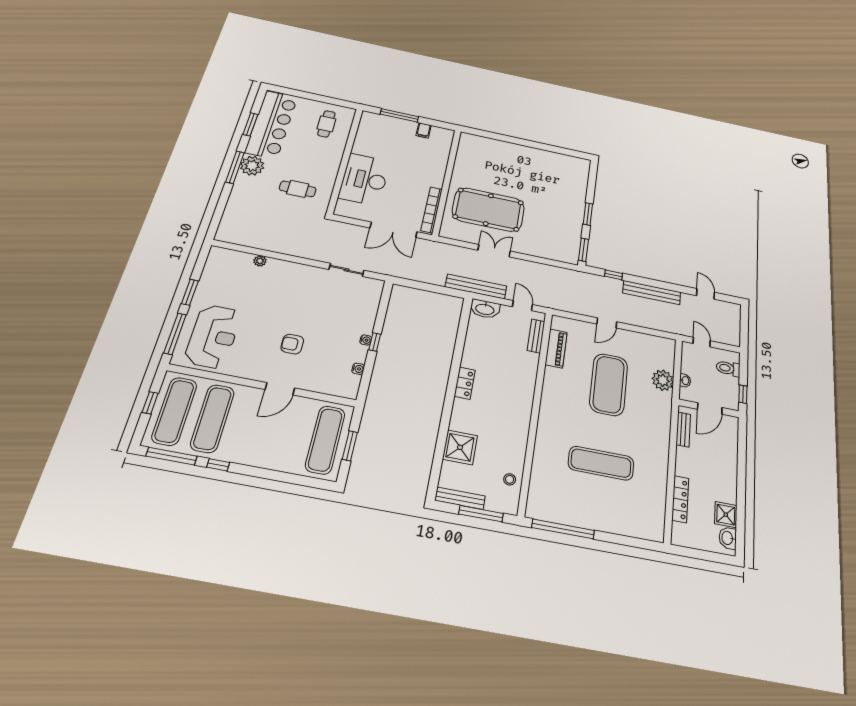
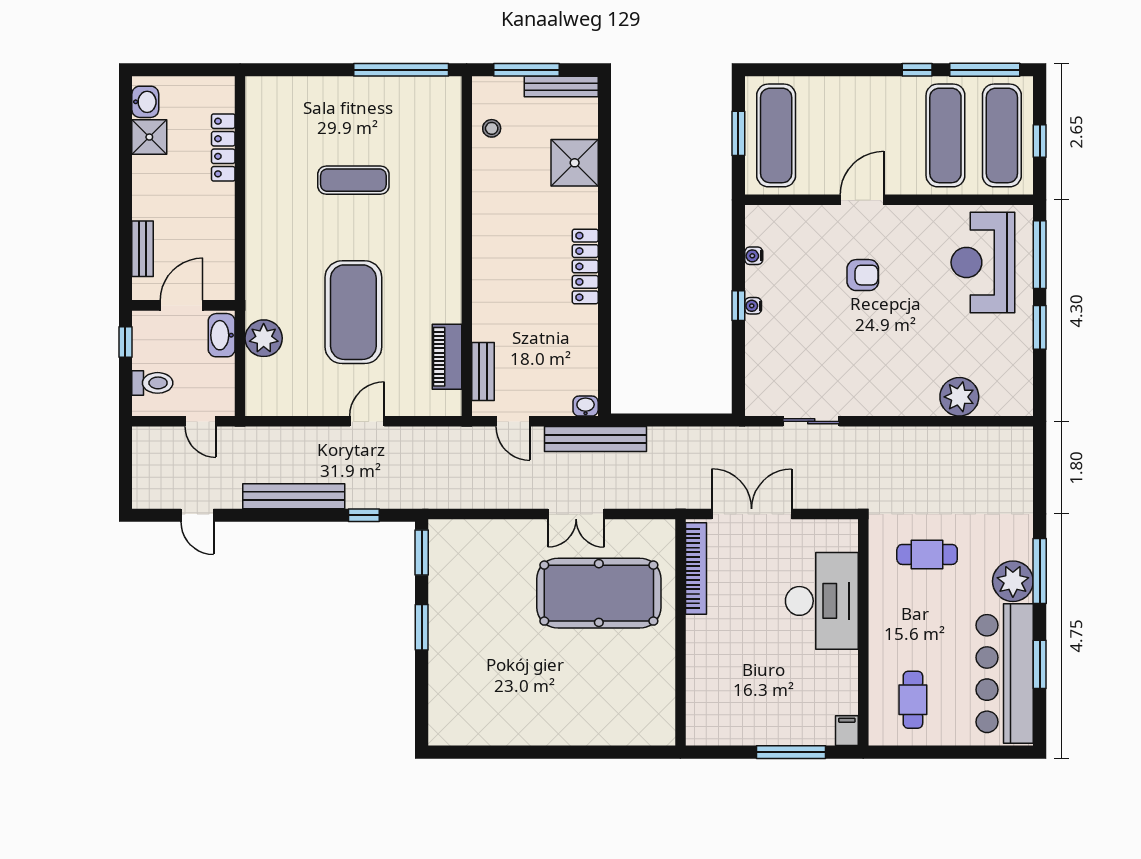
filing cabinet: (424, 130) -> (847, 731), moved
plant: (260, 261) -> (959, 397), width x1.87, depth x1.87
washbasin: (485, 309) -> (586, 406), width x0.52, depth x0.69
washbasin: (685, 381) -> (222, 335), width x1.91, depth x1.45
locker: (465, 383) -> (585, 266), width x1.53
bench: (683, 429) -> (143, 249), moved
exercise mat: (601, 463) -> (353, 180), width x0.73, depth x0.69

